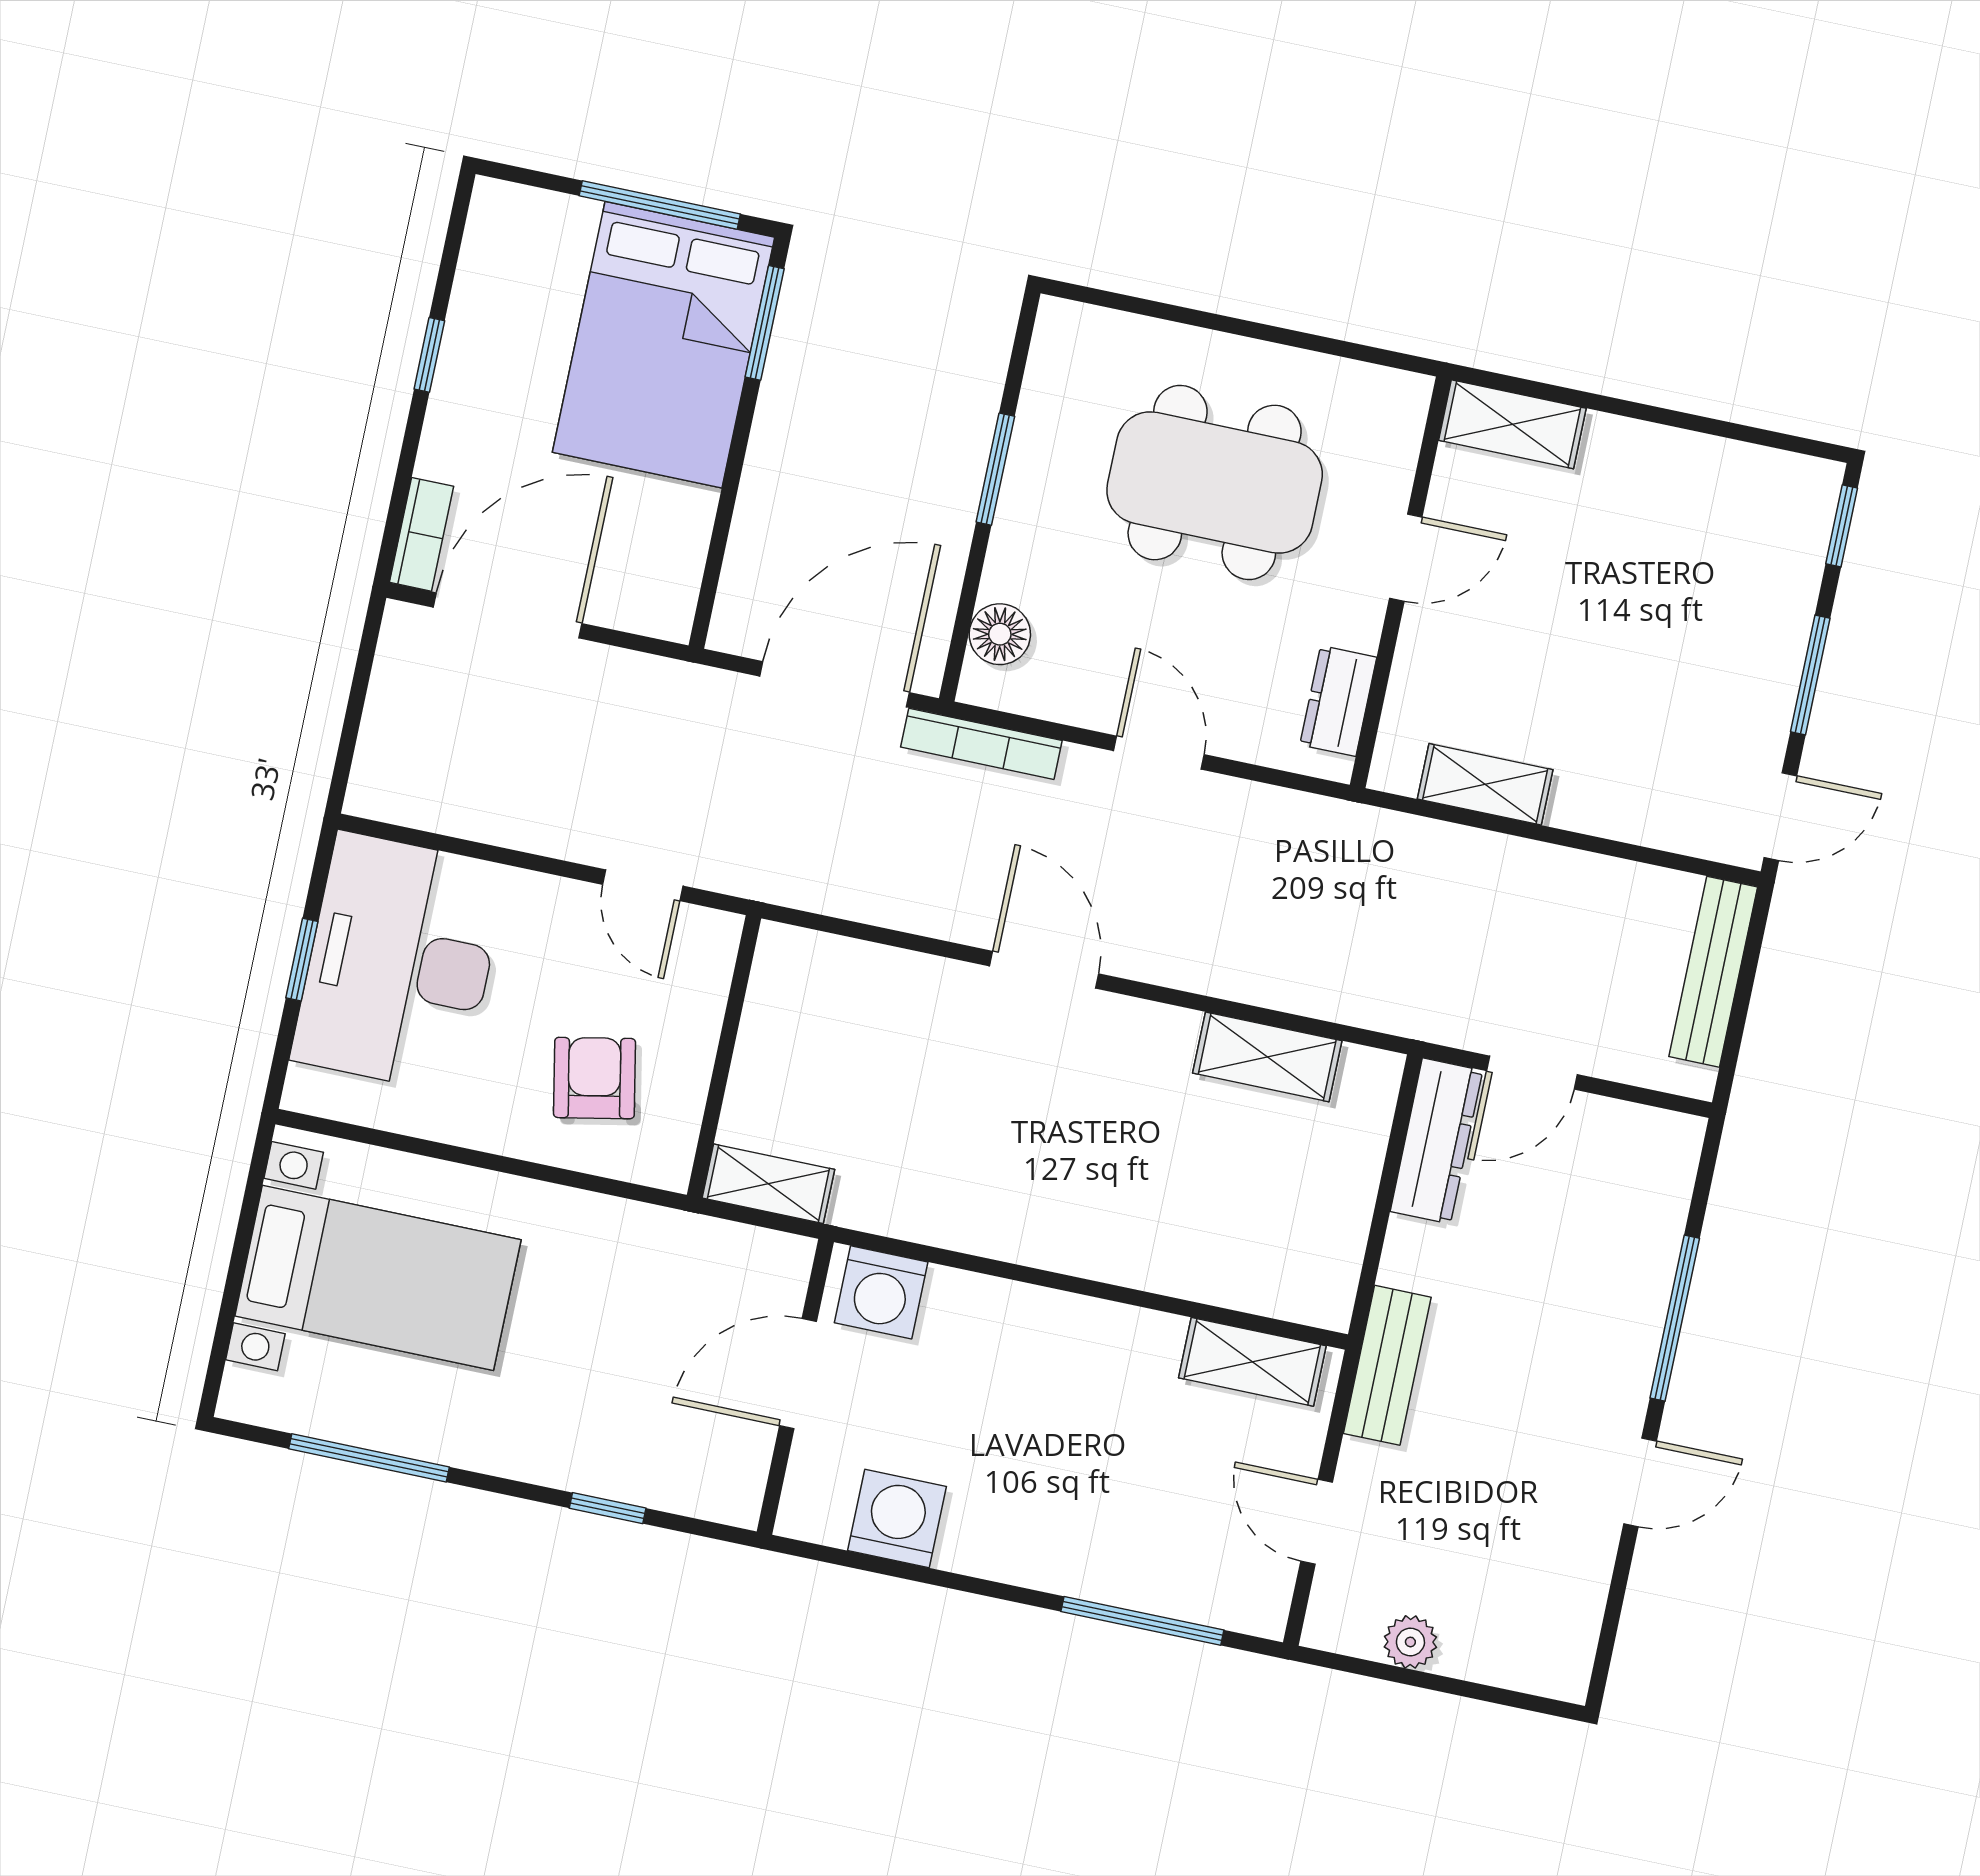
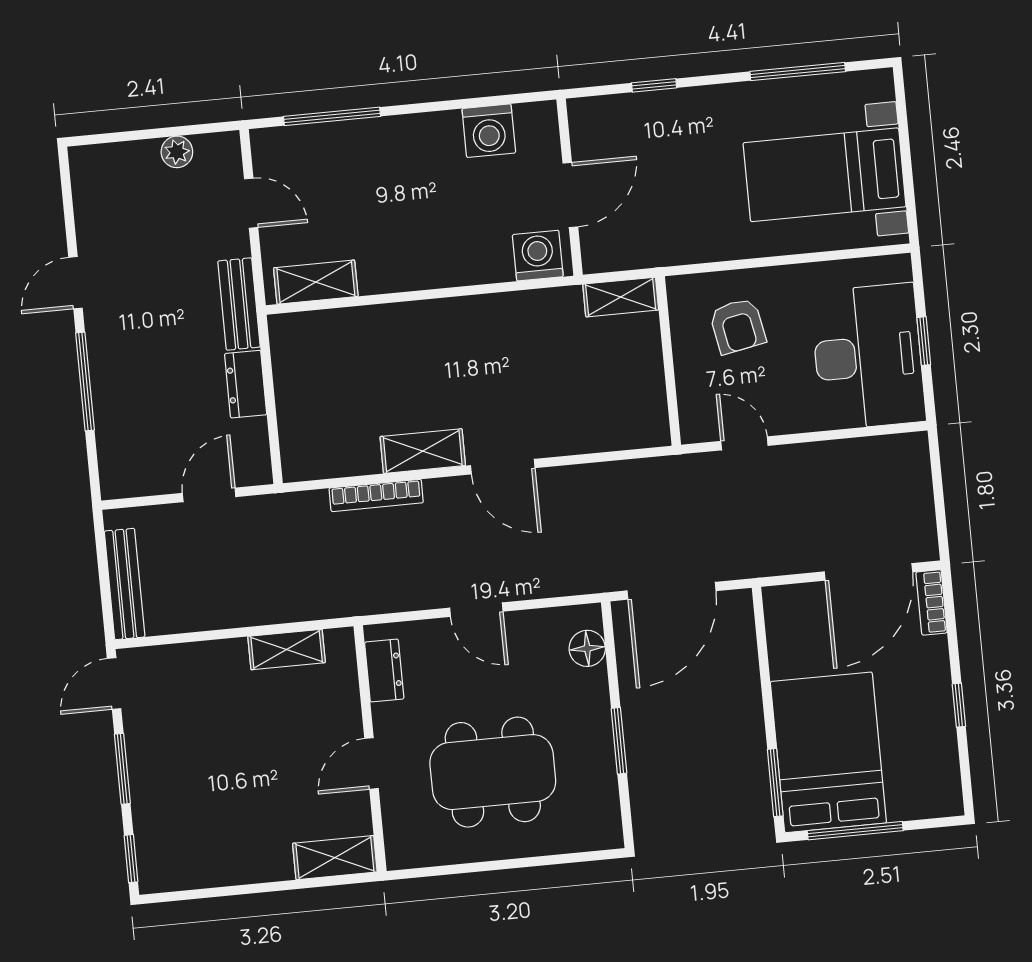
bookcase: (981, 744) -> (376, 495), moved, turned 180
shelving: (1267, 1057) -> (423, 451), moved
dresser: (1436, 1141) -> (246, 384), moved, width x0.70

